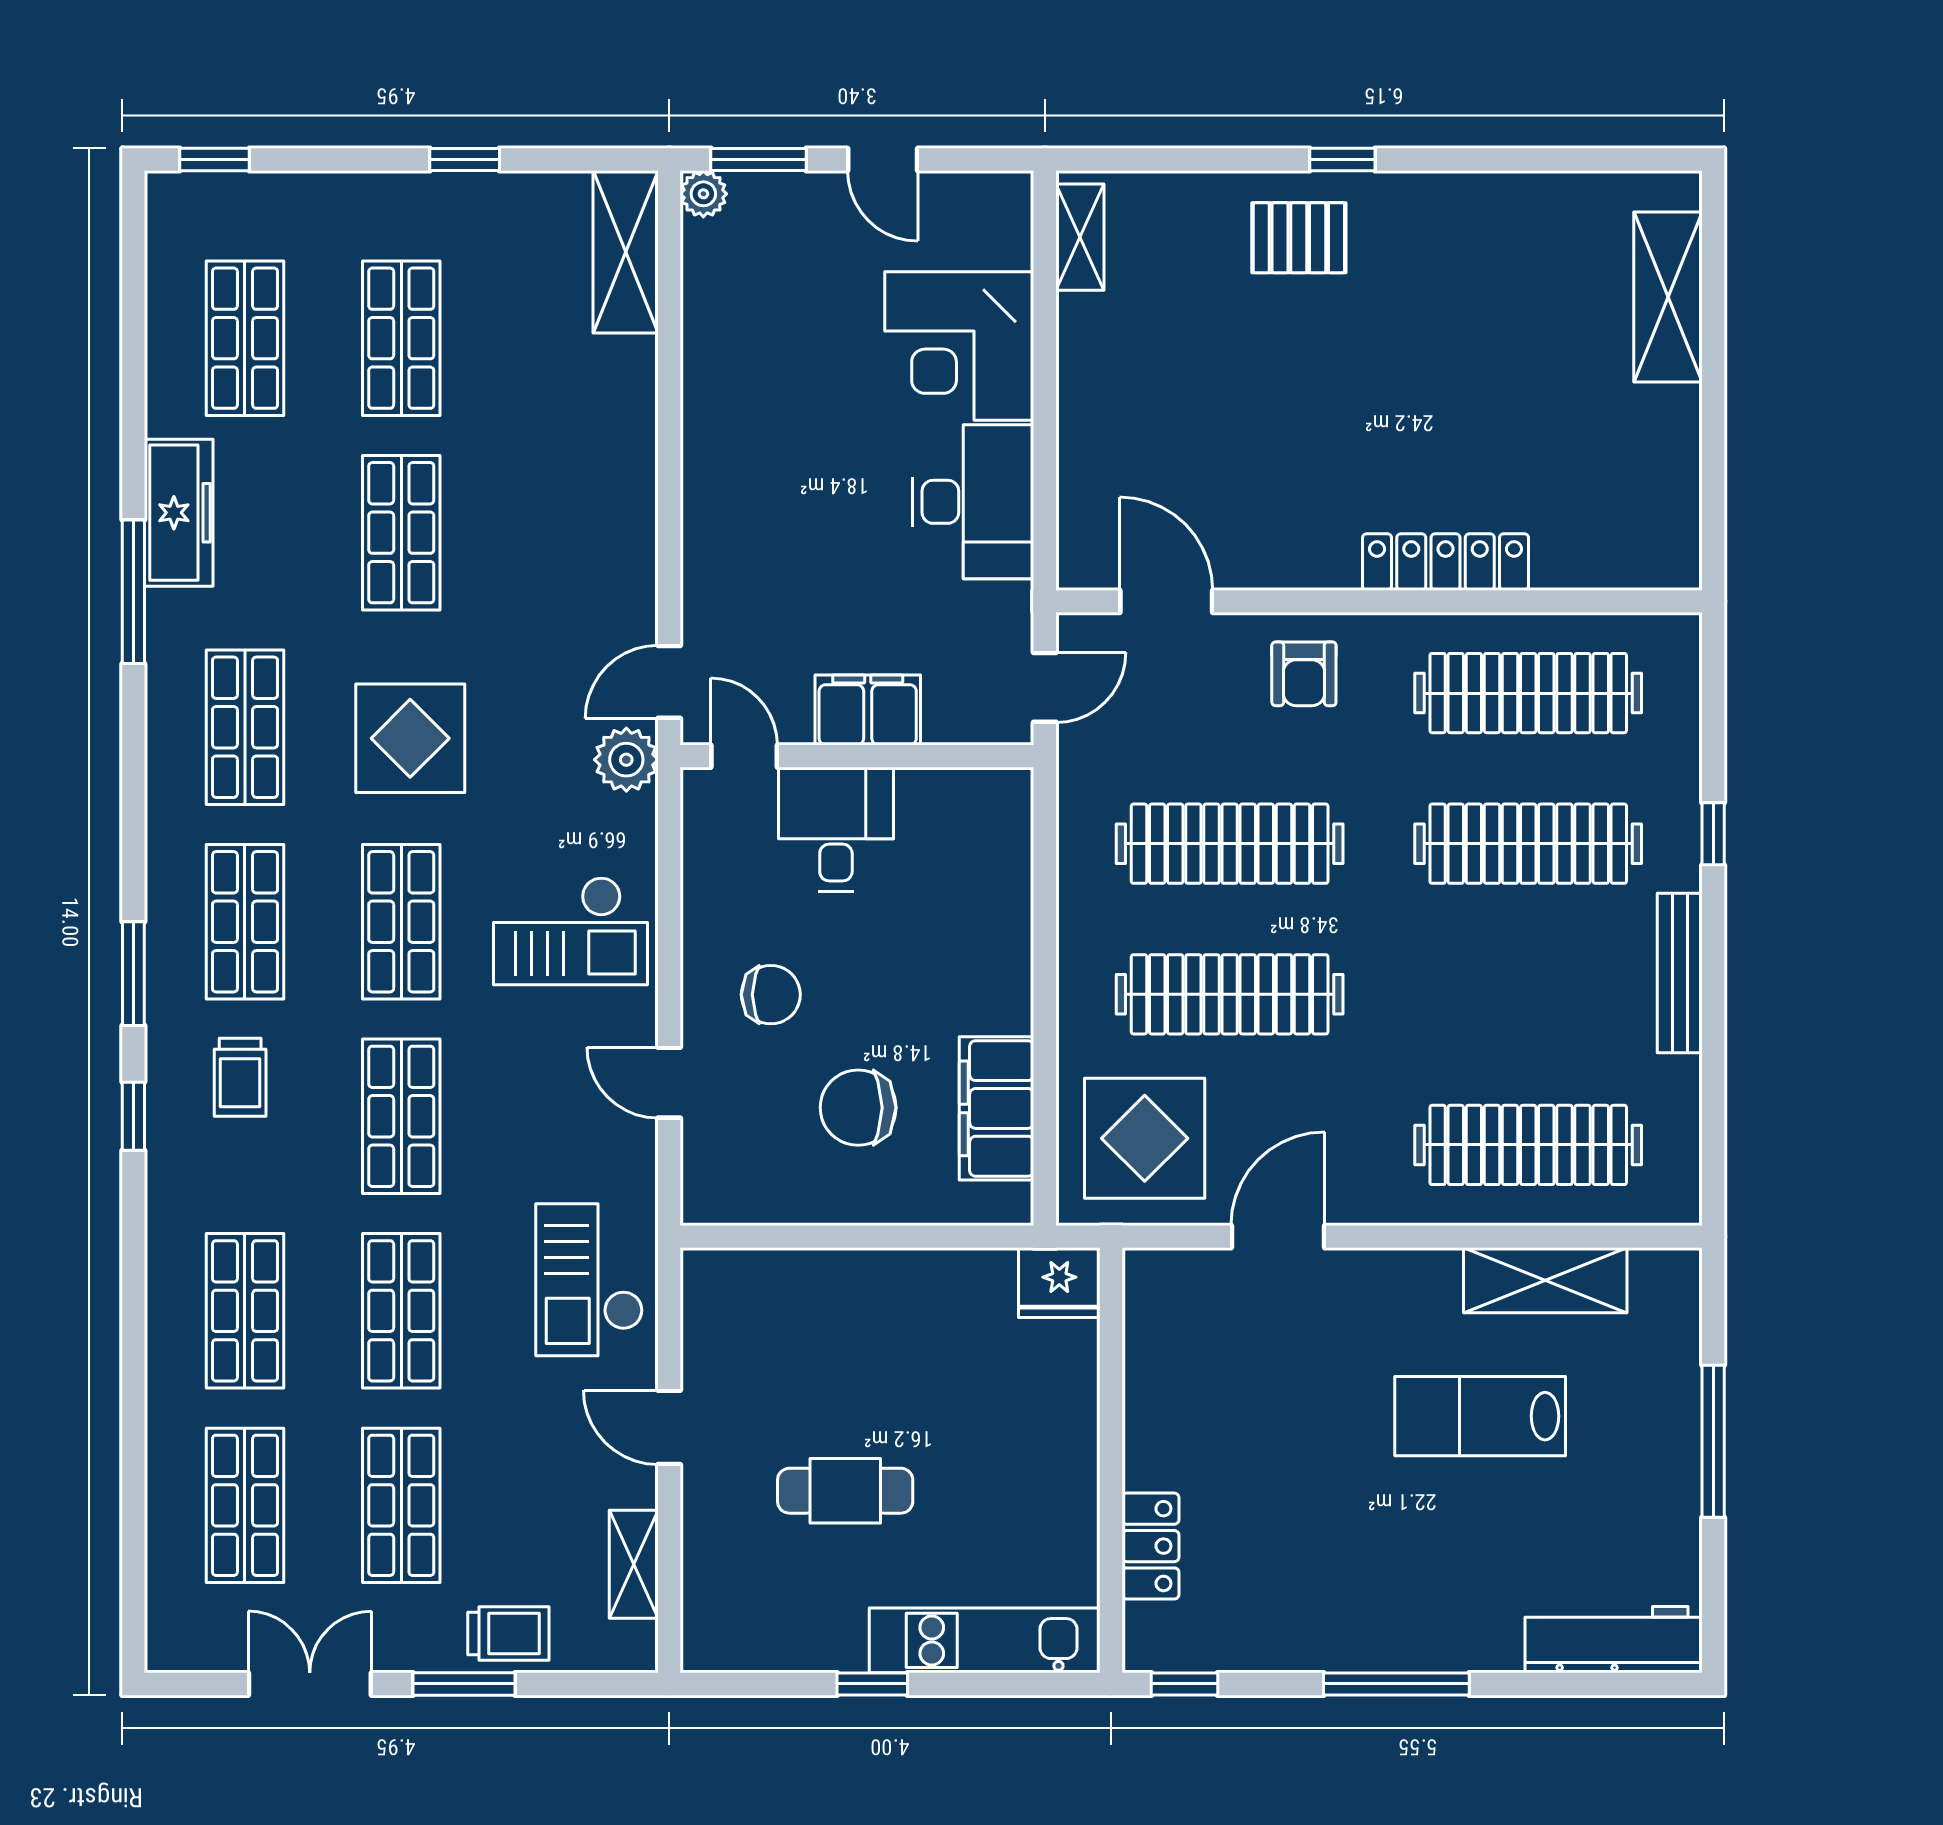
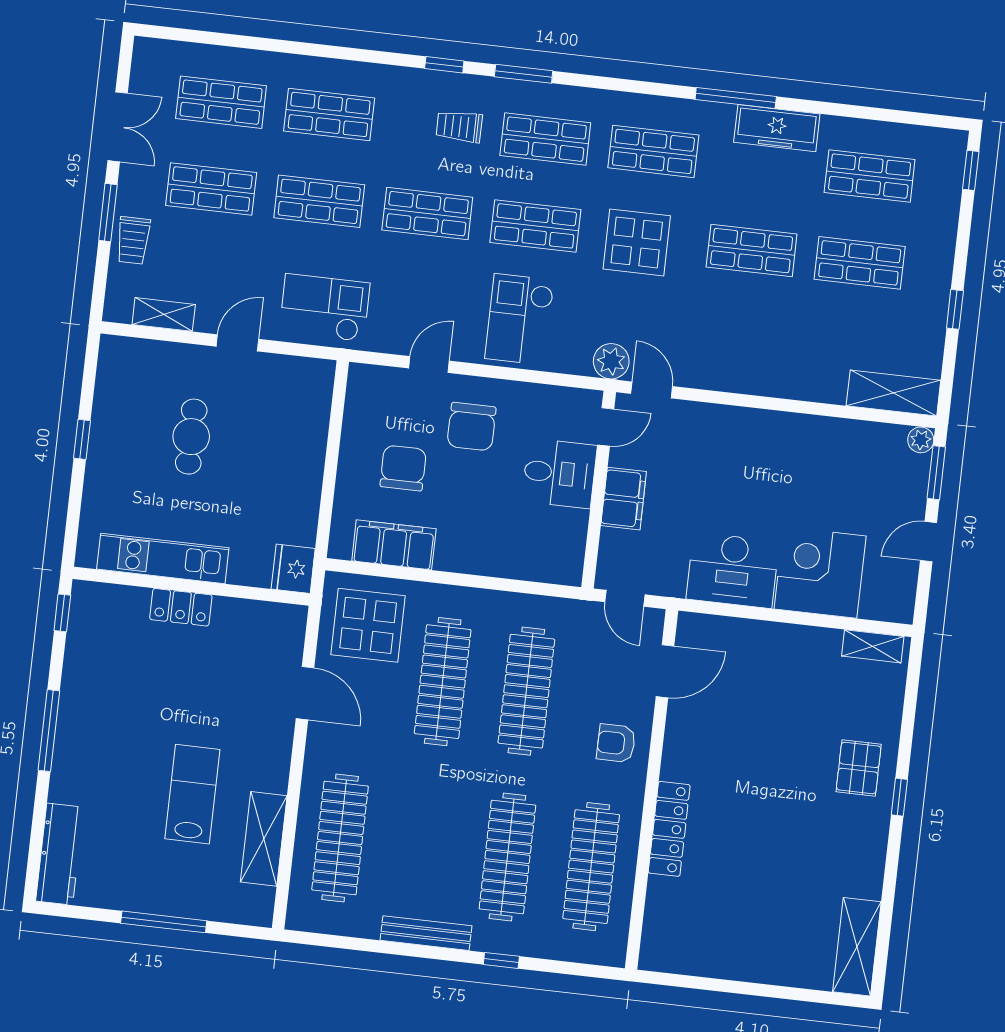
shelving: (1668, 297) -> (857, 947), moved, turned 90
chair: (771, 995) -> (472, 427), width x1.37, depth x1.37
locker: (1150, 1546) -> (181, 607), moved
kitchen unit: (985, 1640) -> (163, 558), moved, turned -90

